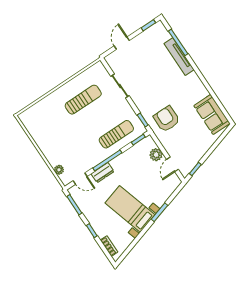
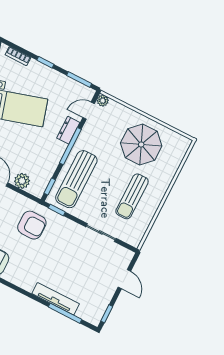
parasol: (56, 133) -> (141, 145), added
sun lounger: (116, 134) -> (76, 179), width x1.36, depth x1.34
plant: (59, 170) -> (103, 101), moved

